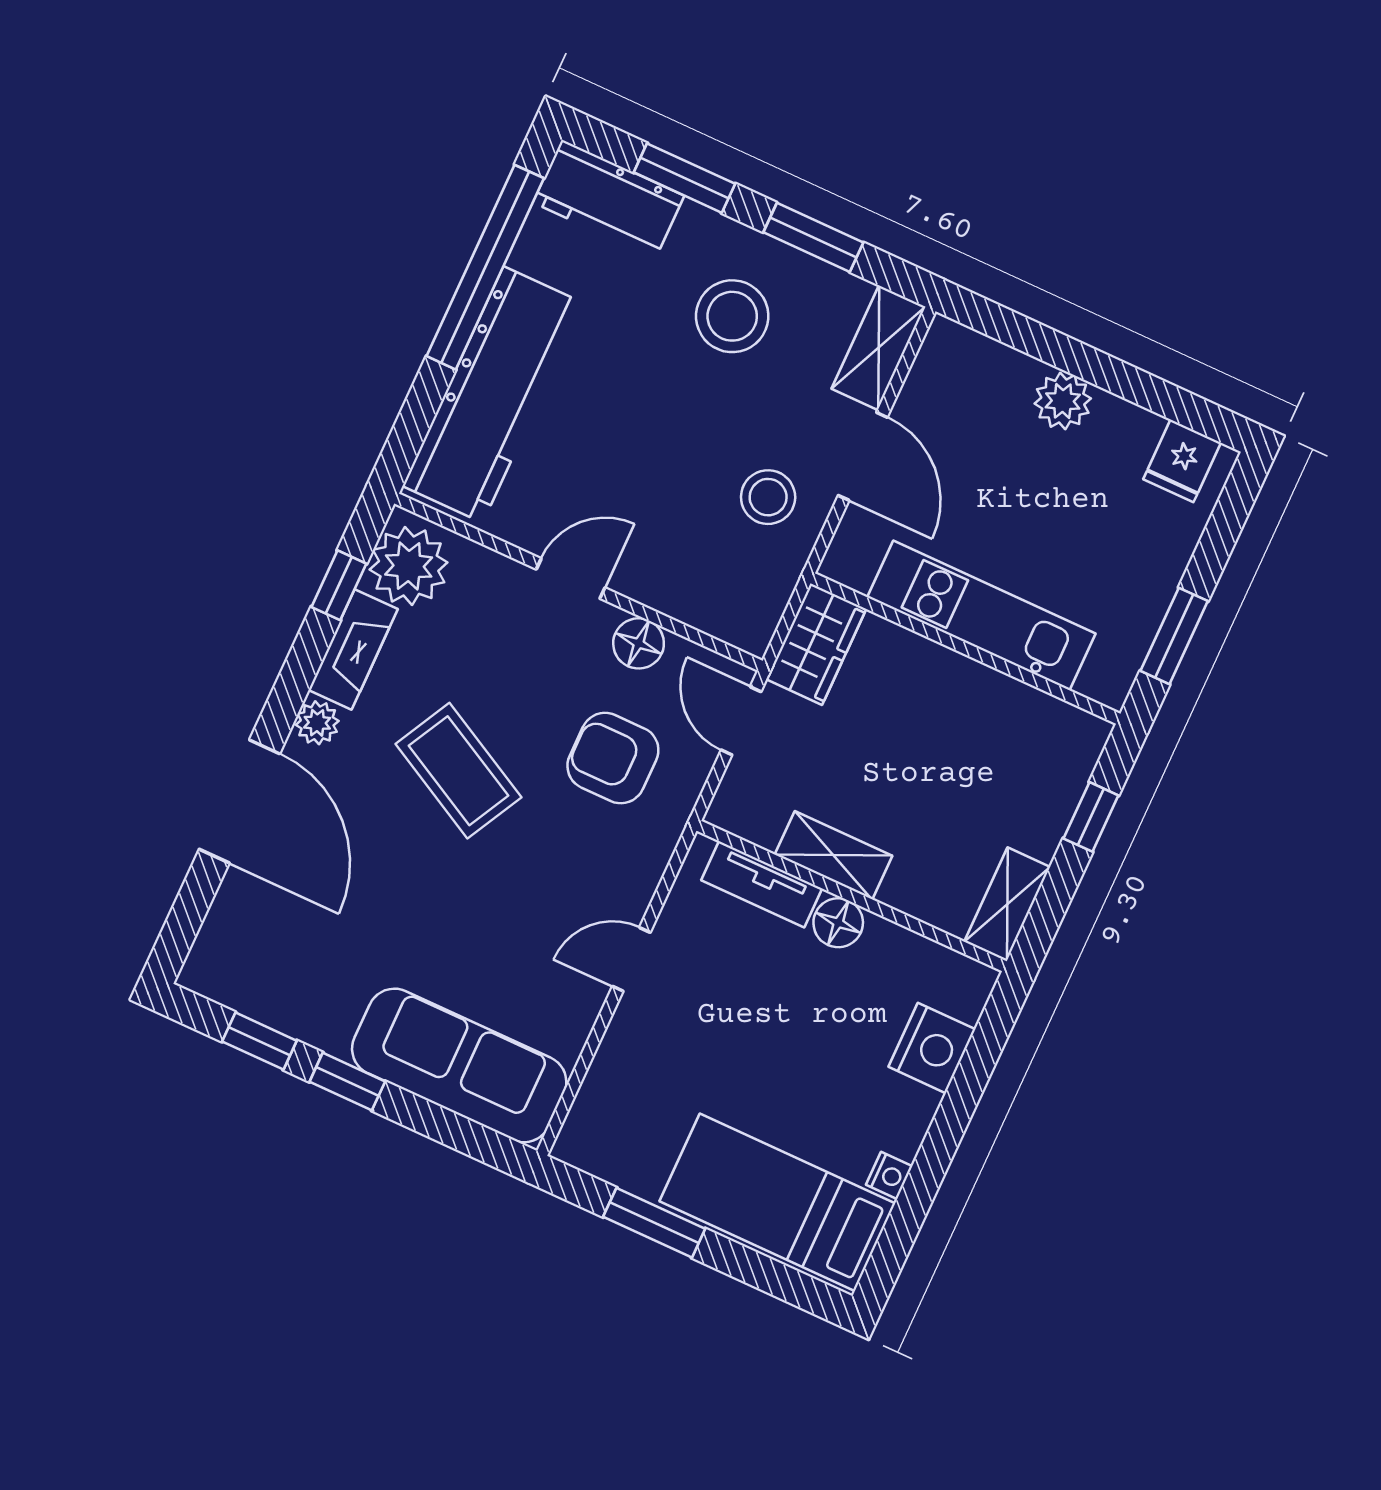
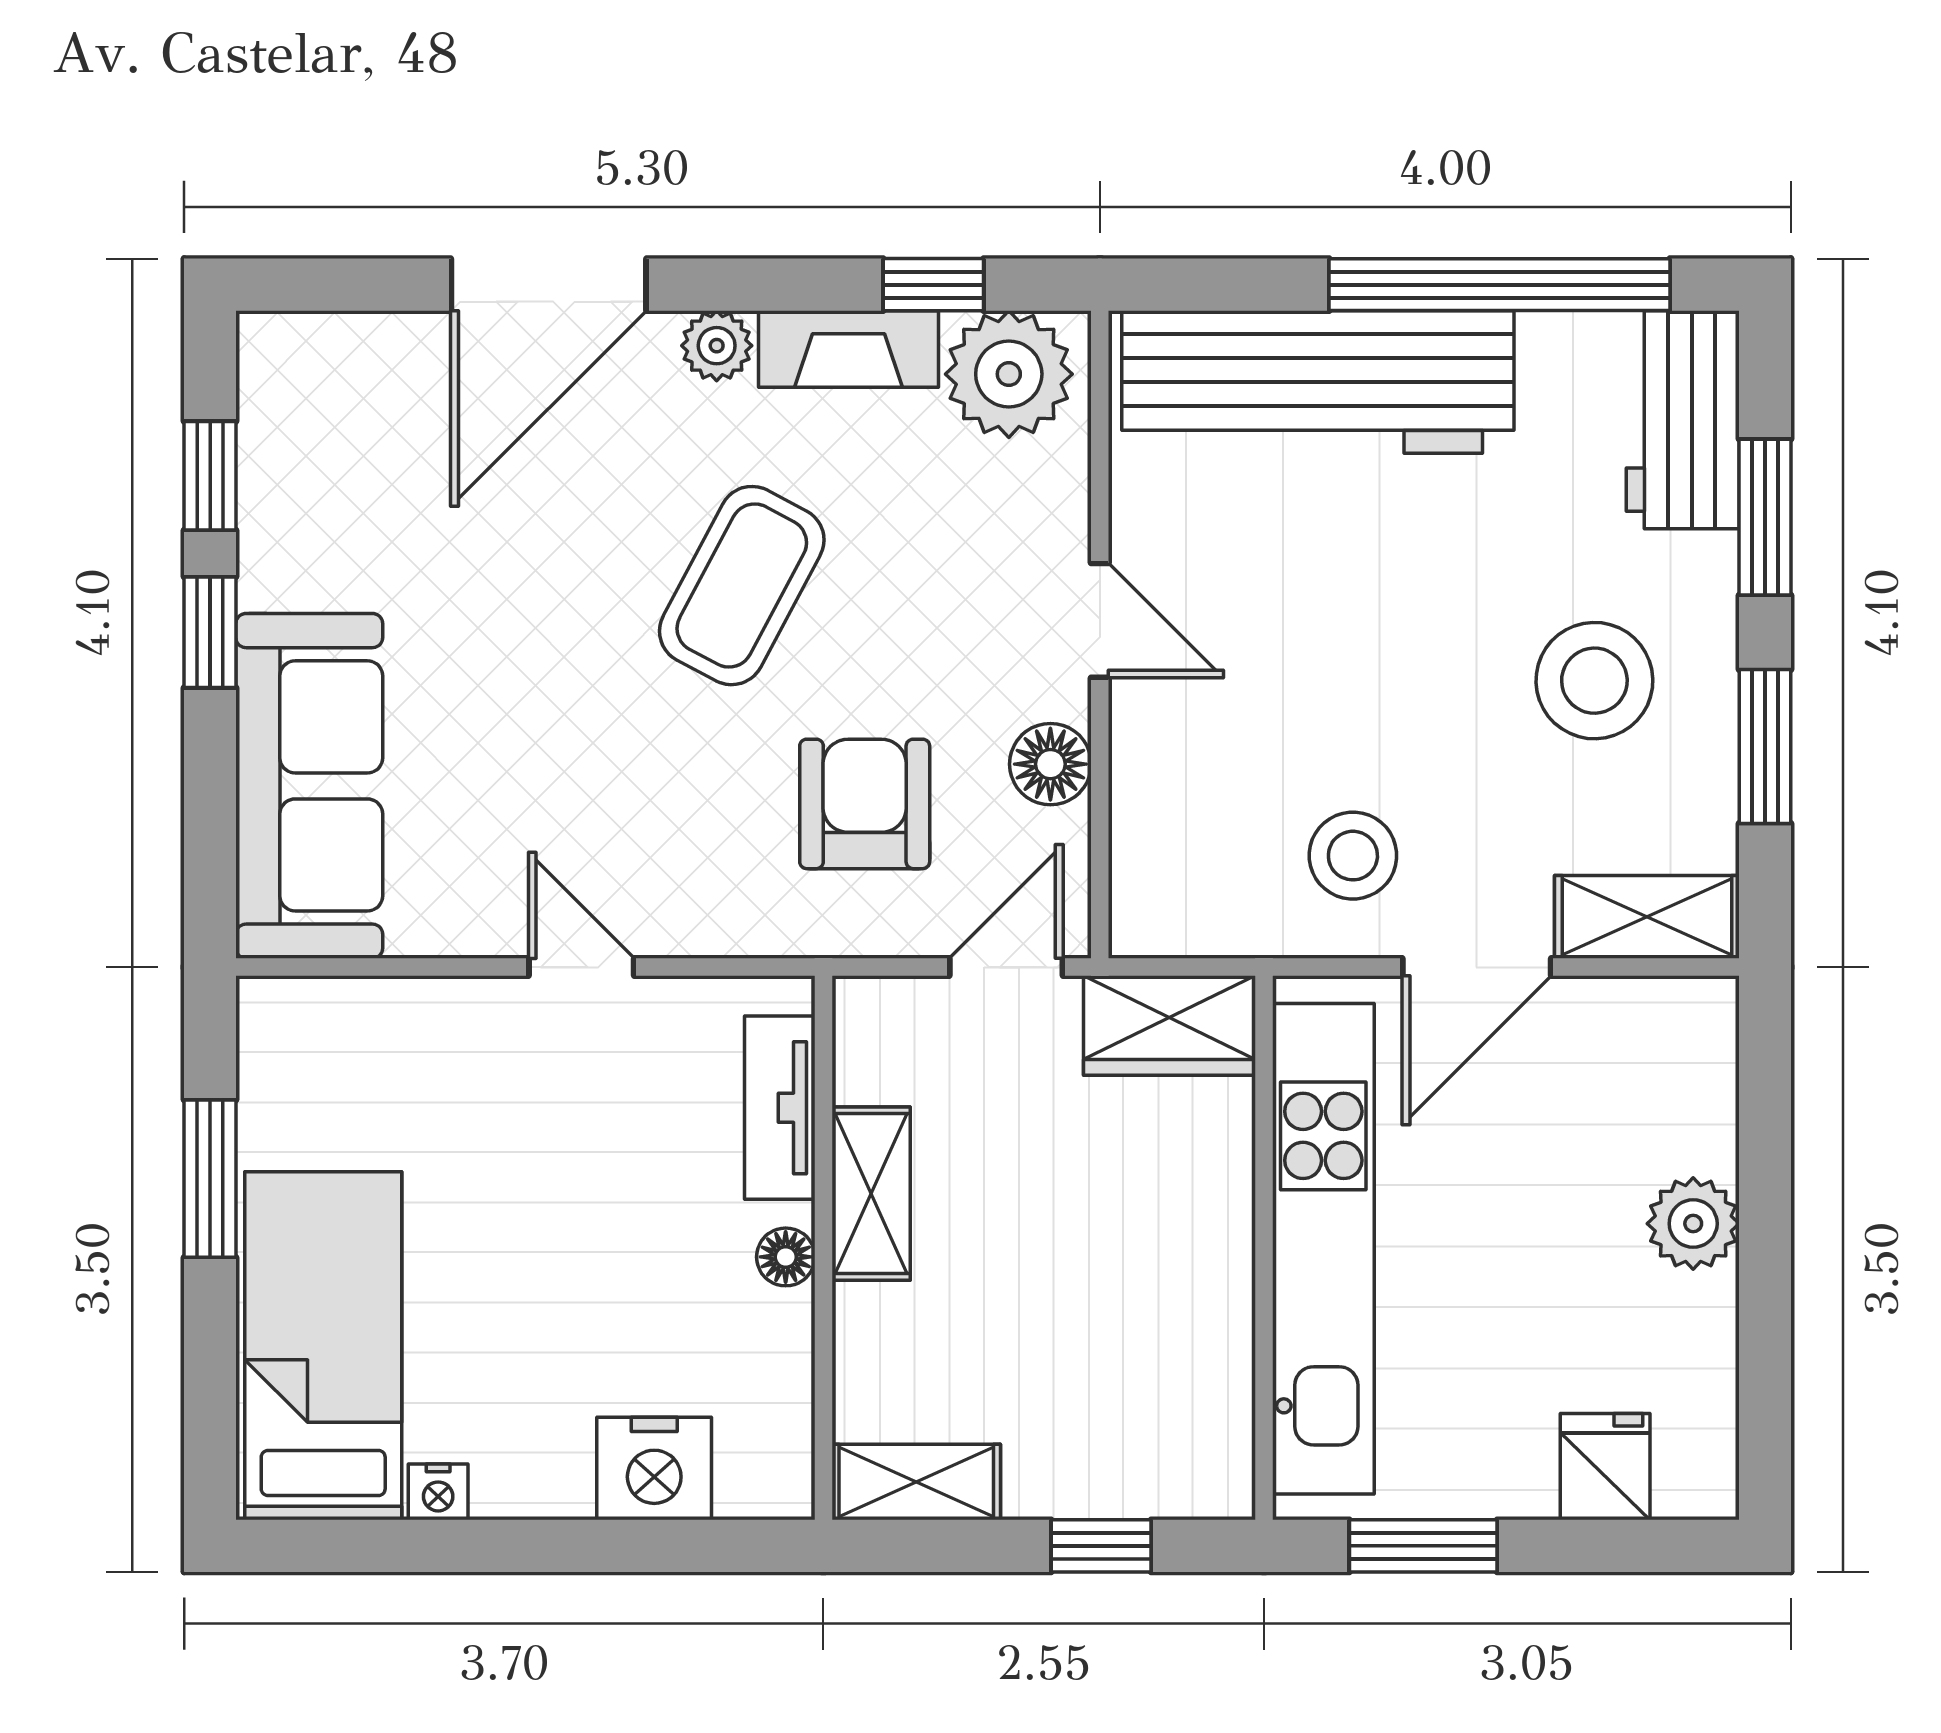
fridge: (1182, 461) -> (1605, 1467), moved, turned 90
kitchen unit: (981, 615) -> (1323, 1249), width x1.36
floor lamp: (838, 923) -> (786, 1257), width x0.73, depth x0.73

